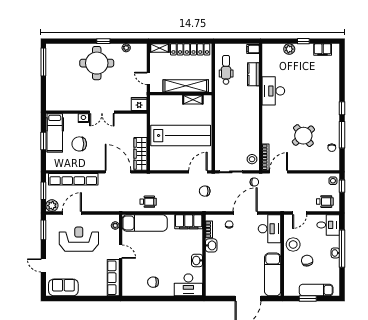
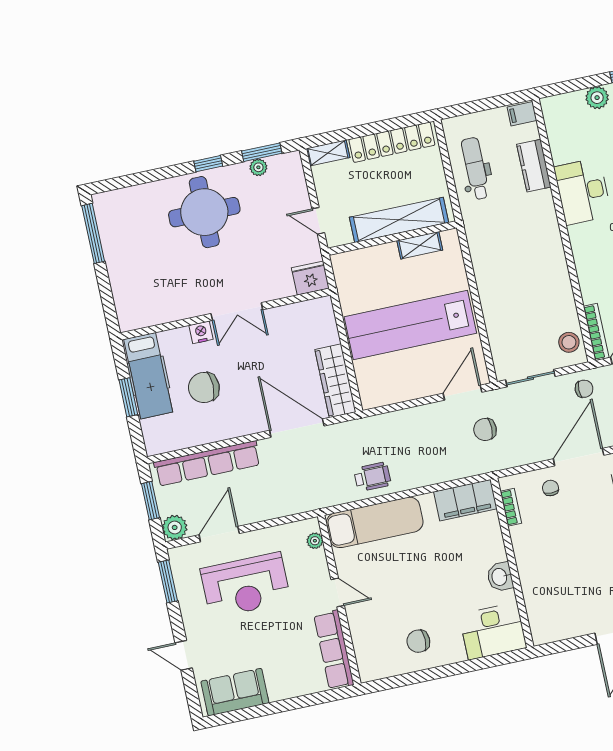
window: (129, 41) -> (262, 152), added
lab bench: (181, 136) -> (410, 325), turned 180
reception desk: (79, 239) -> (245, 585), turned 180
washbasin: (211, 245) -> (523, 539), removed

